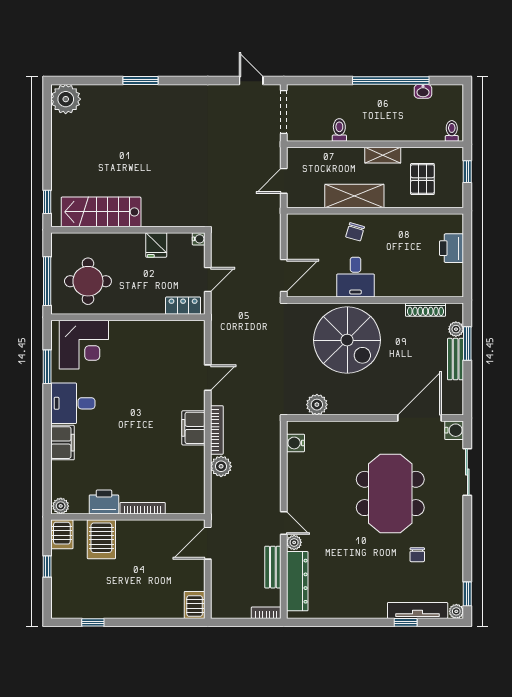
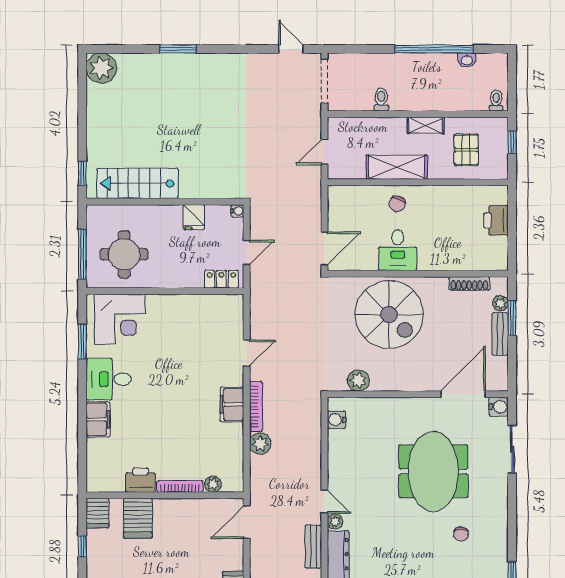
plant: (61, 506) -> (213, 484), moved

